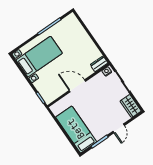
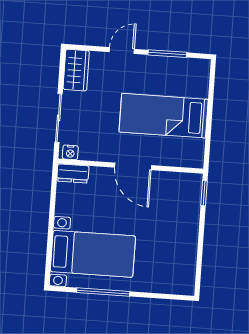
bed with nightstands: (39, 57) -> (93, 254), moved, turned 180
bed: (76, 129) -> (164, 116), moved, turned 90

